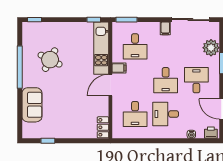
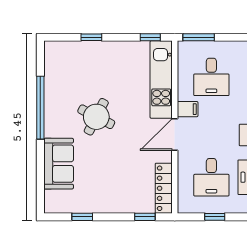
window: (34, 20) -> (91, 37), moved
round table: (50, 60) -> (96, 117), moved
locker: (103, 127) -> (164, 188), width x1.53
window: (90, 141) -> (145, 217), added
window: (137, 141) -> (215, 217), added

